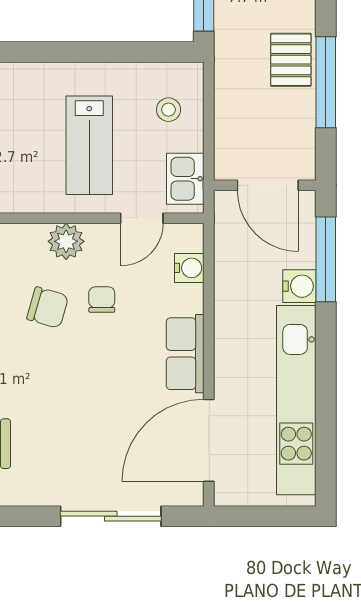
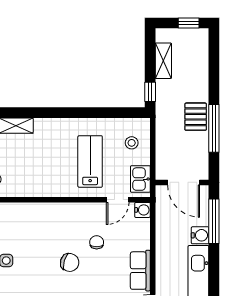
lab bench: (89, 145) -> (90, 161), turned 180
plant: (66, 241) -> (78, 212), removed
water cooler: (189, 268) -> (142, 210), moved
chair: (48, 308) -> (70, 262), moved

